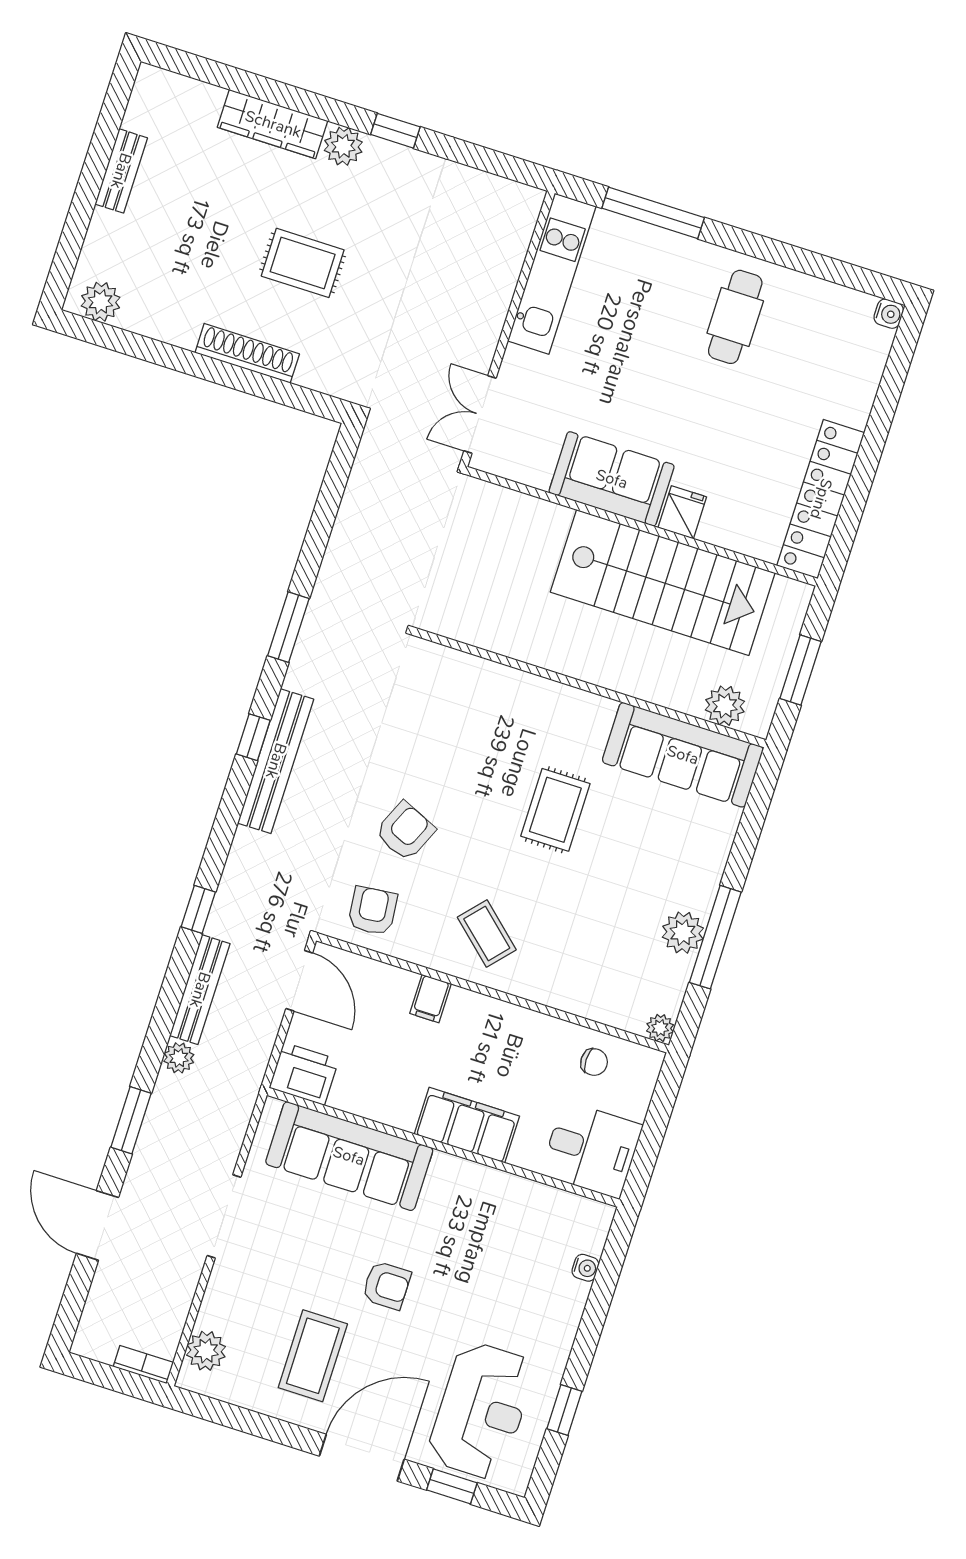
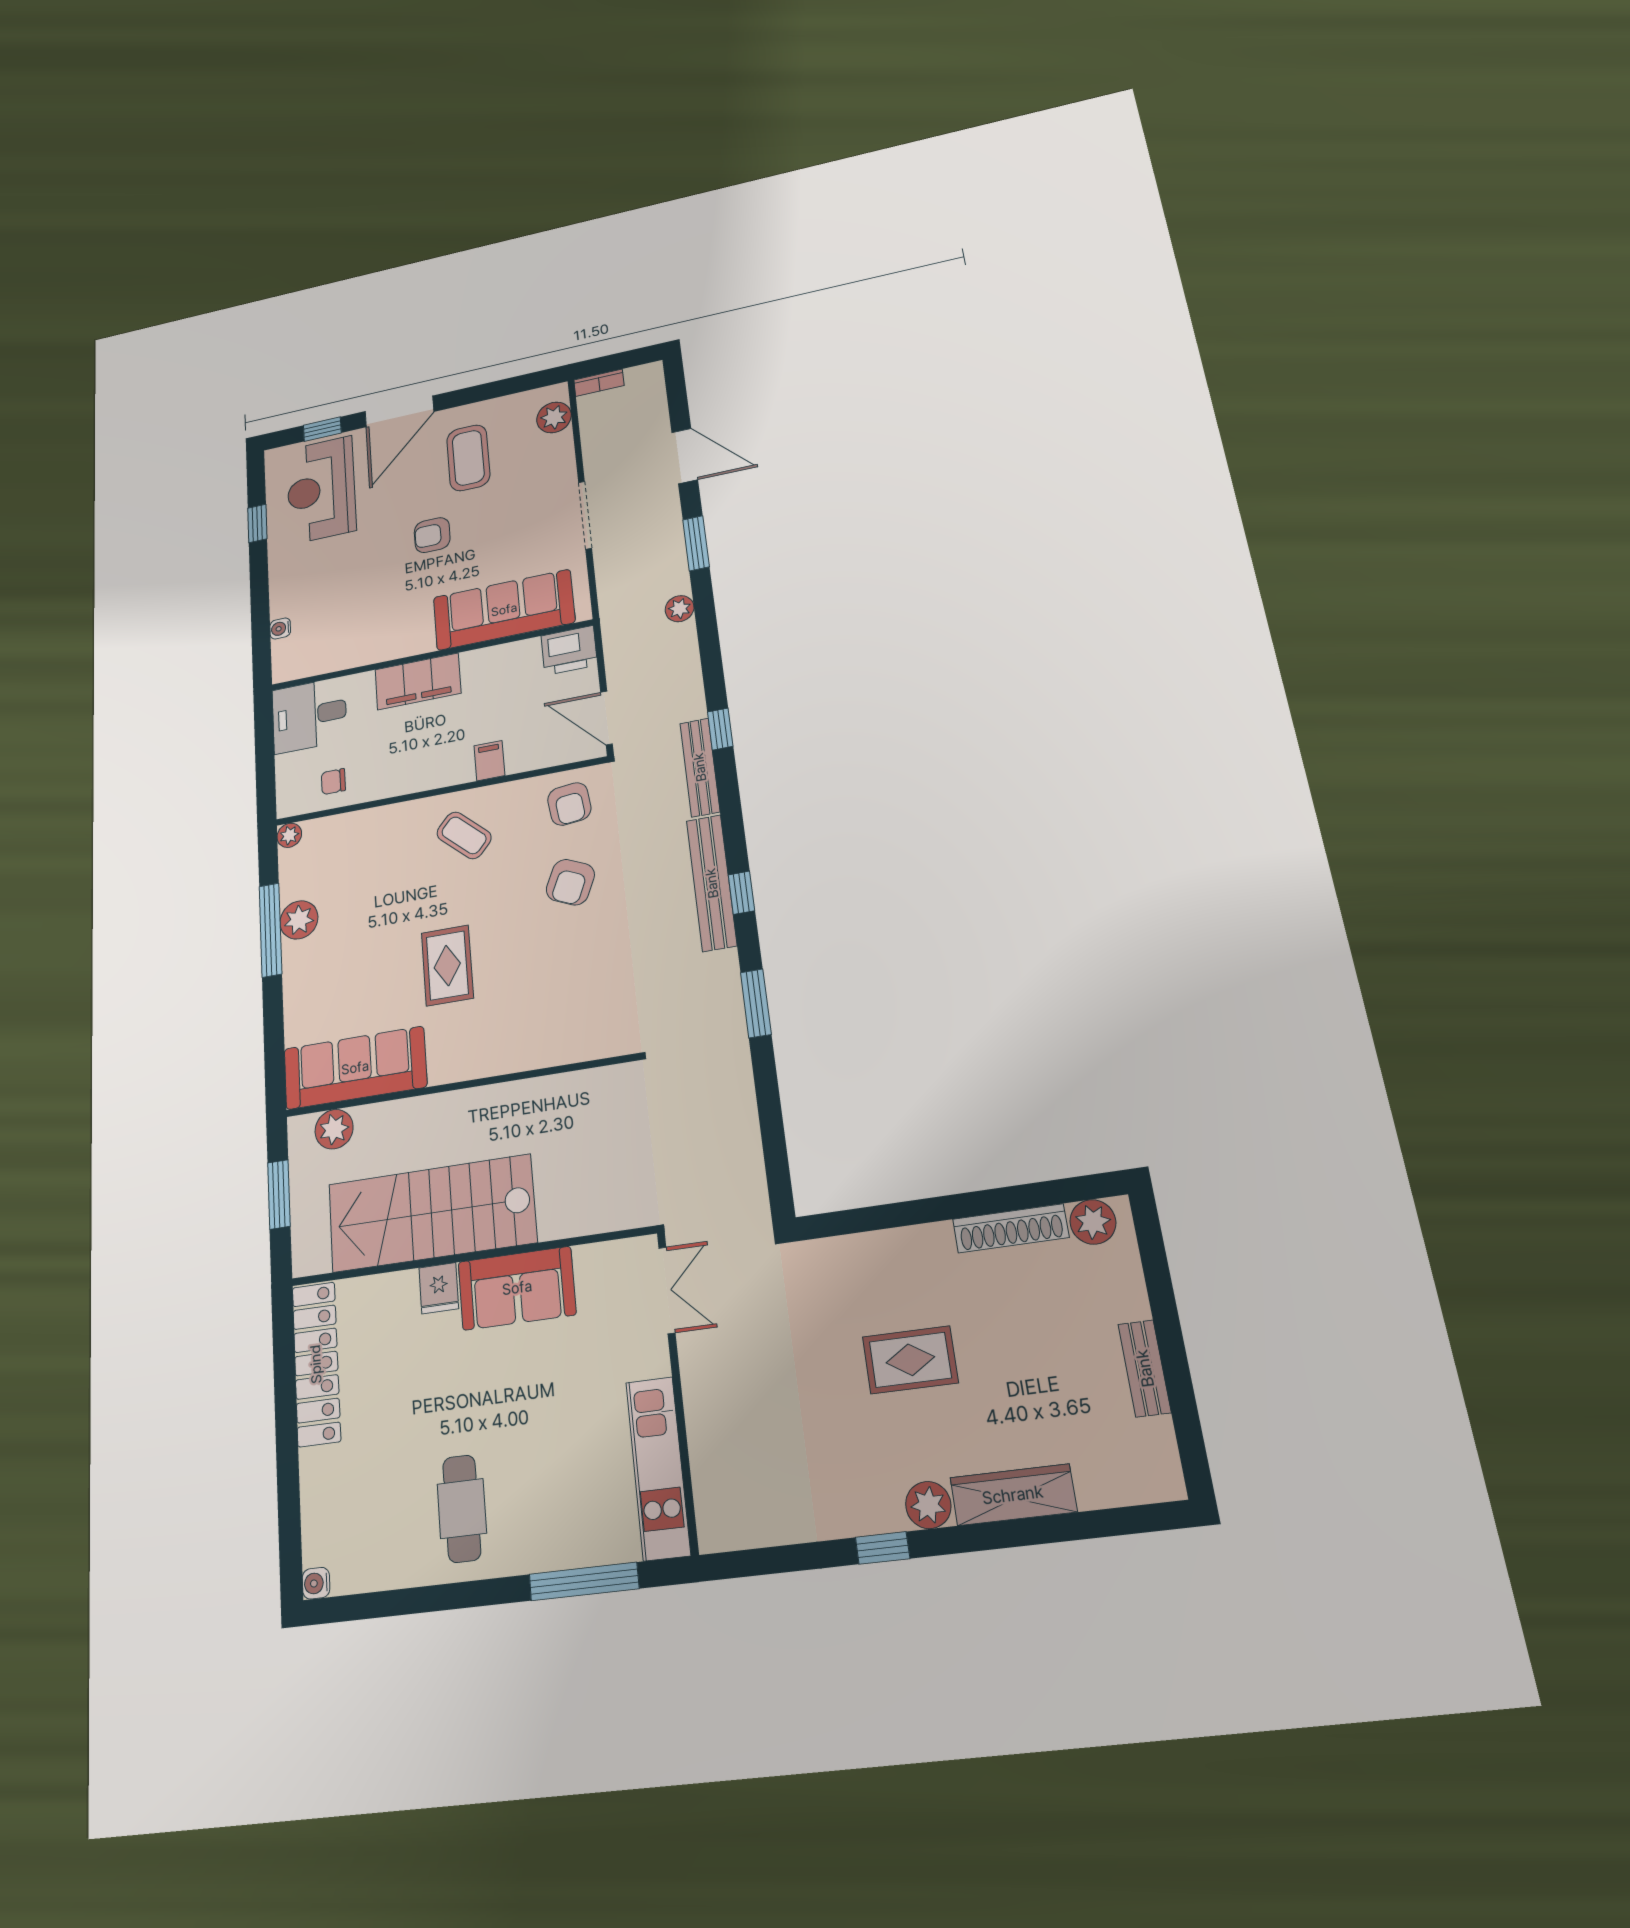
shoe rack: (247, 353) -> (1011, 1228), moved
bench: (200, 990) -> (700, 767), moved

